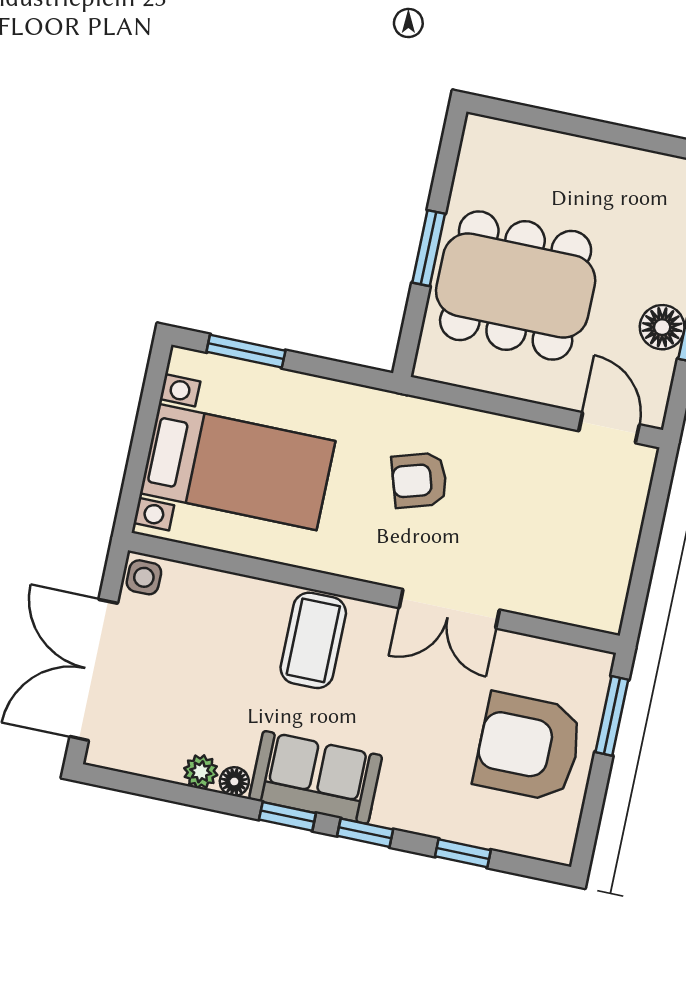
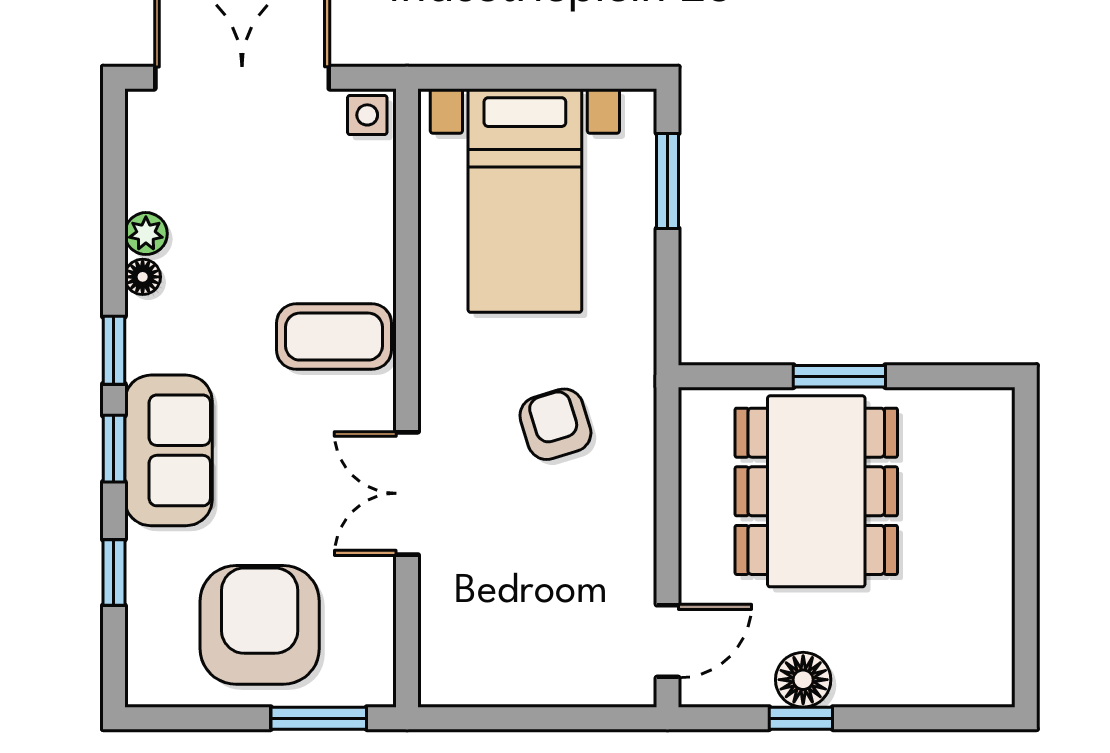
sofa: (316, 777) -> (168, 450), moved

